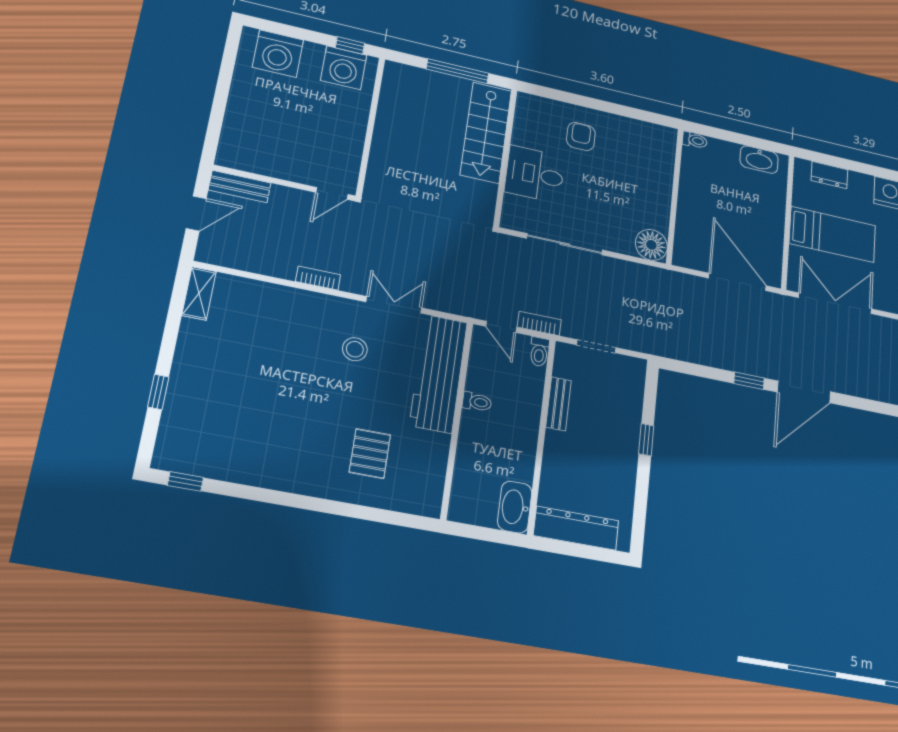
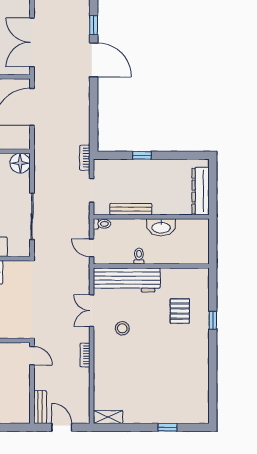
bookcase: (539, 323) -> (85, 158), moved
door: (501, 327) -> (92, 248), swing flipped
window: (749, 381) -> (94, 25), moved
bench: (558, 404) -> (131, 209), width x1.36
pallet: (370, 454) -> (180, 311), turned 90
window: (185, 481) -> (213, 320), moved
washbasin: (515, 507) -> (161, 227), moved

